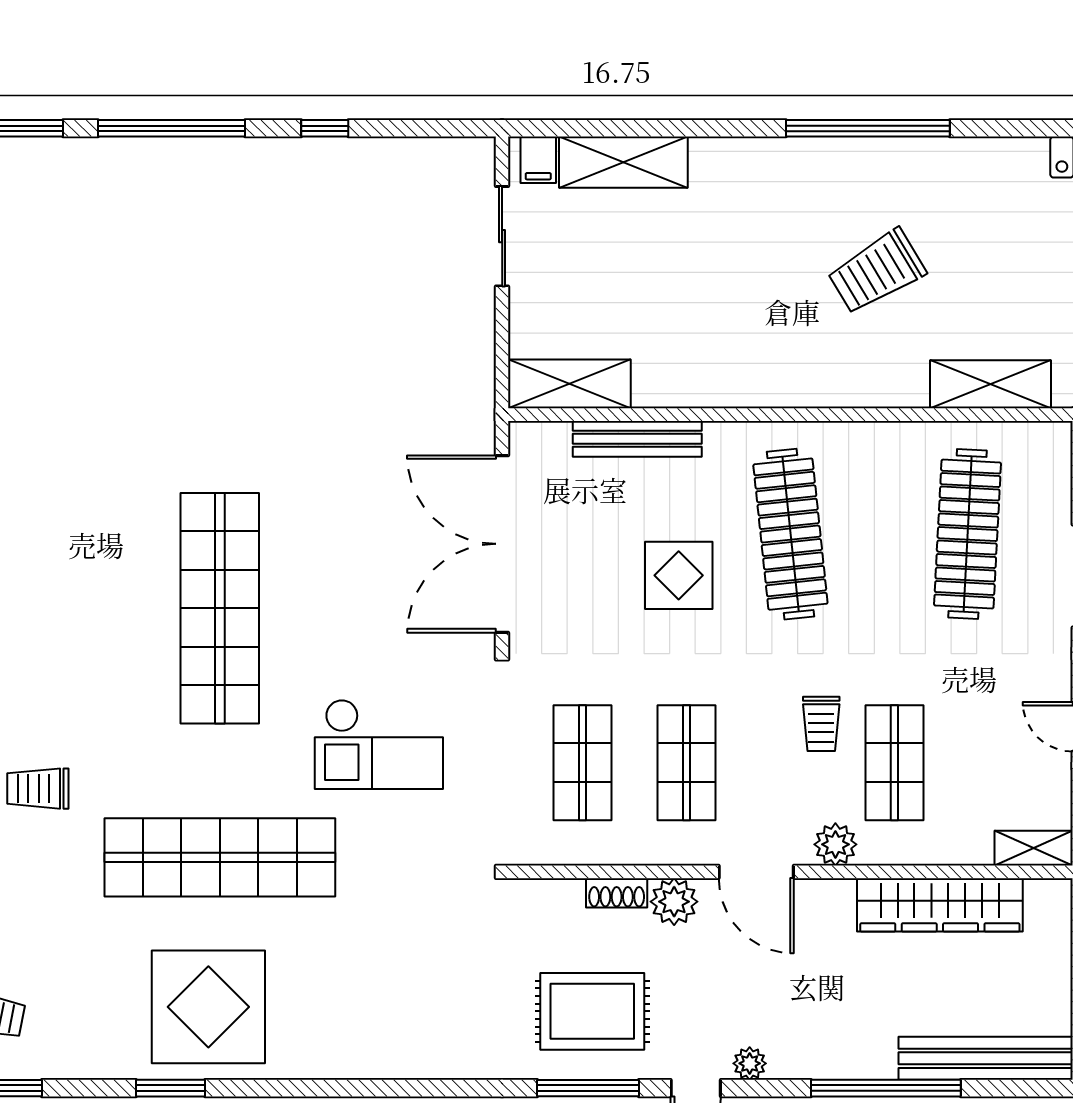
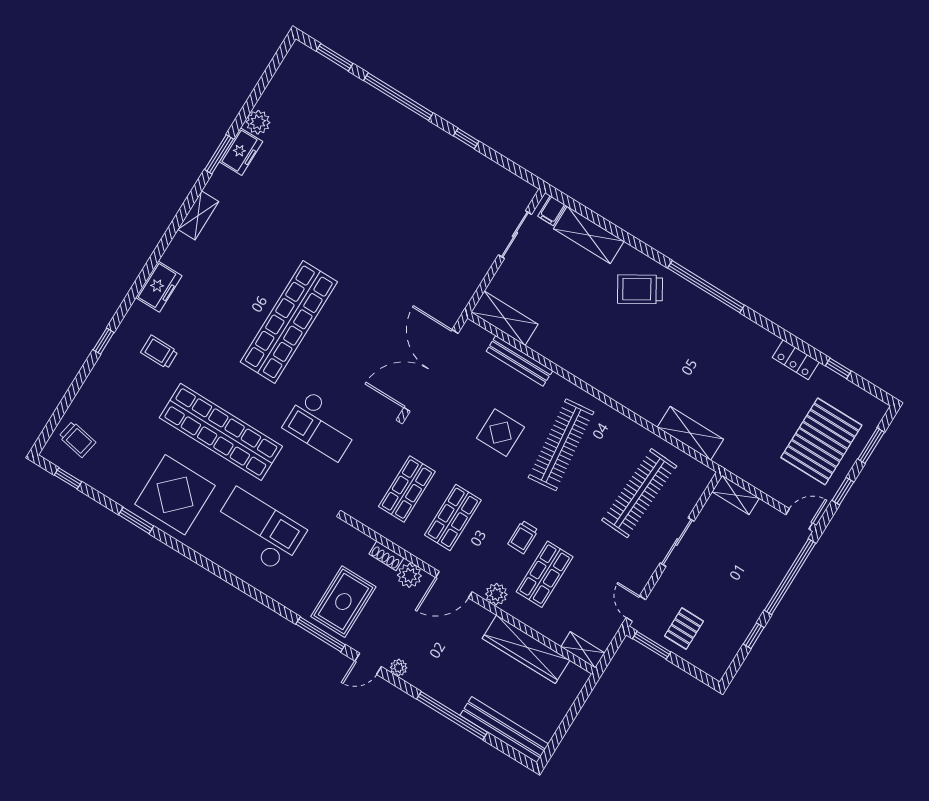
trolley: (877, 272) -> (640, 289), moved
door: (756, 872) -> (454, 585), hinge flipped
checkout: (381, 980) -> (258, 530), added
rug: (592, 1011) -> (343, 602), turned 90

